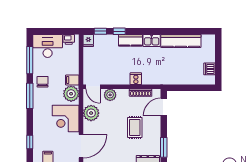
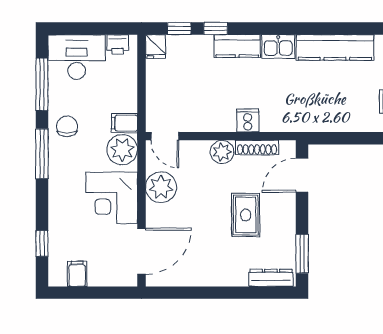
plant: (110, 95) -> (222, 152), moved

